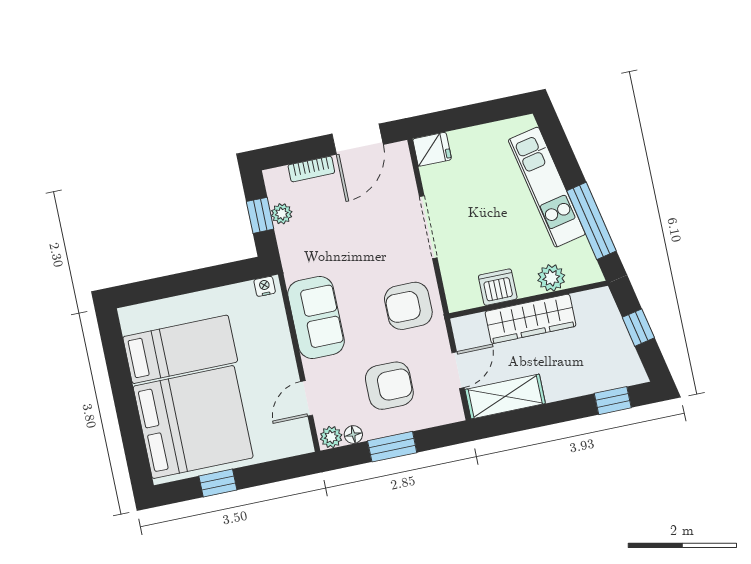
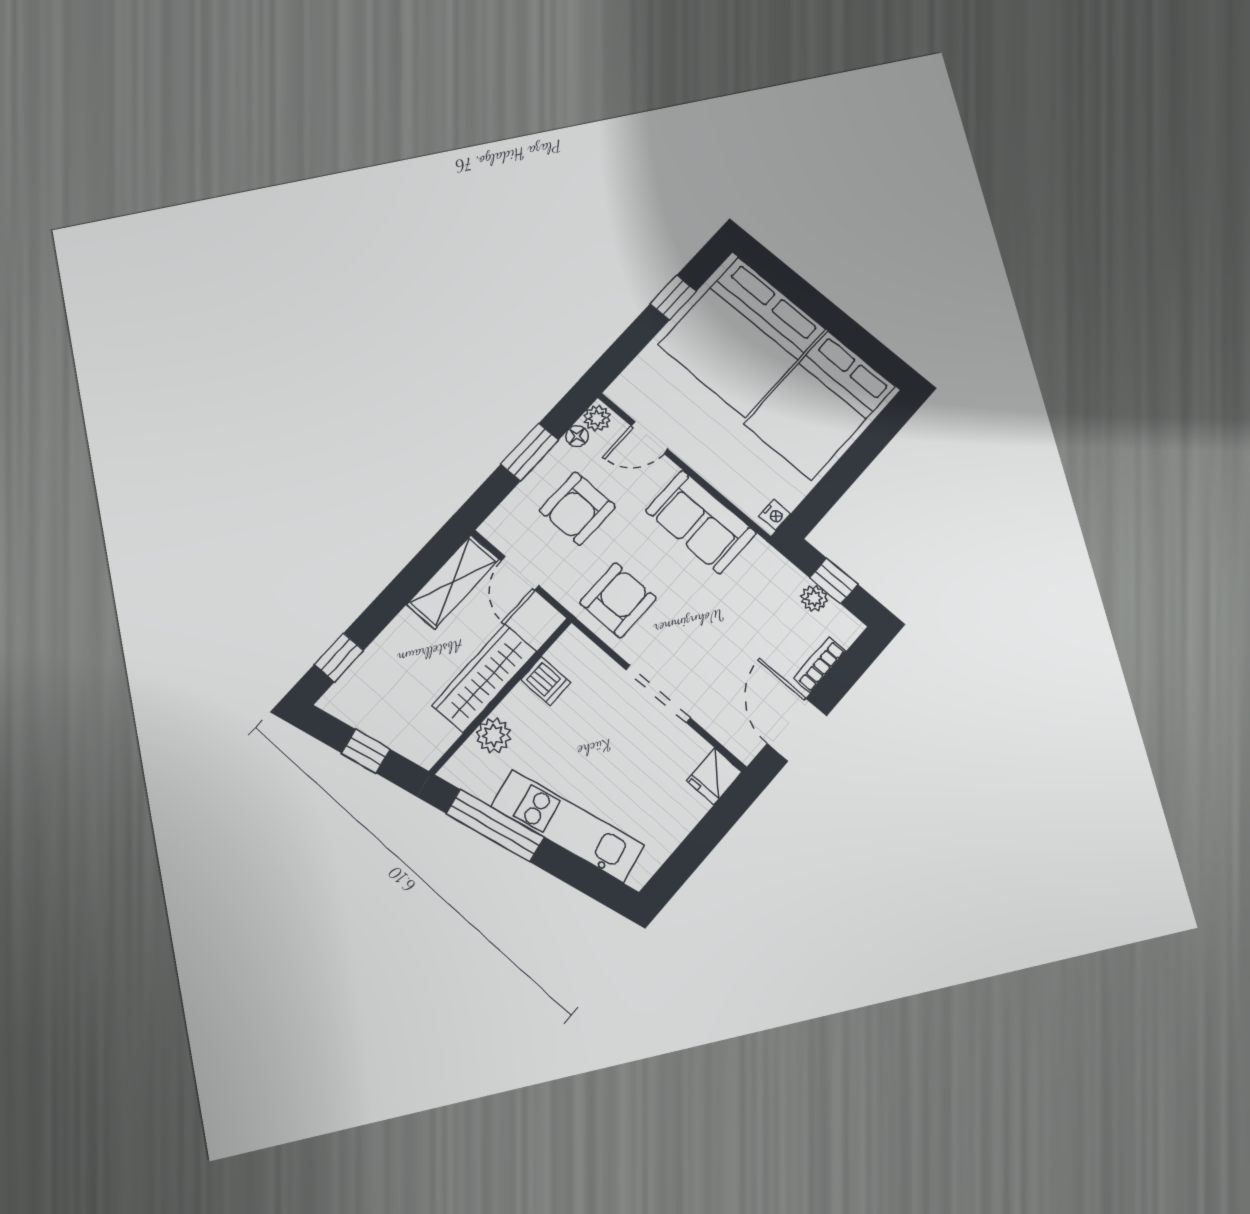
dishwasher: (498, 287) -> (546, 681), width x0.73
bed: (180, 349) -> (820, 405), width x1.50
door: (307, 398) -> (650, 438), swing flipped

